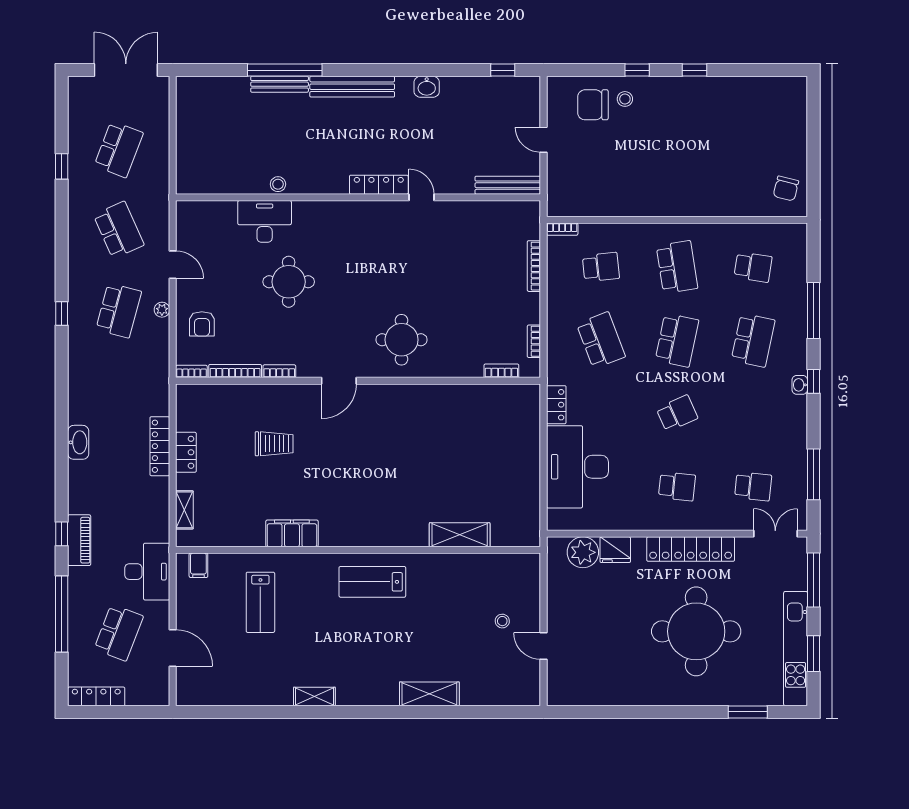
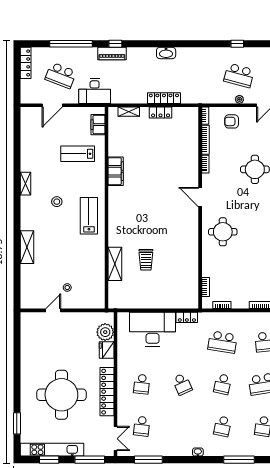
school desk: (601, 340) -> (223, 342), turned 30
school desk: (677, 340) -> (223, 384), width x0.54
school desk: (753, 340) -> (223, 426), width x0.54
window: (813, 381) -> (200, 460), removed
trolley: (274, 444) -> (146, 260), moved
filing cabinet: (198, 565) -> (98, 125), width x2.00
stool: (347, 640) -> (57, 202), added

